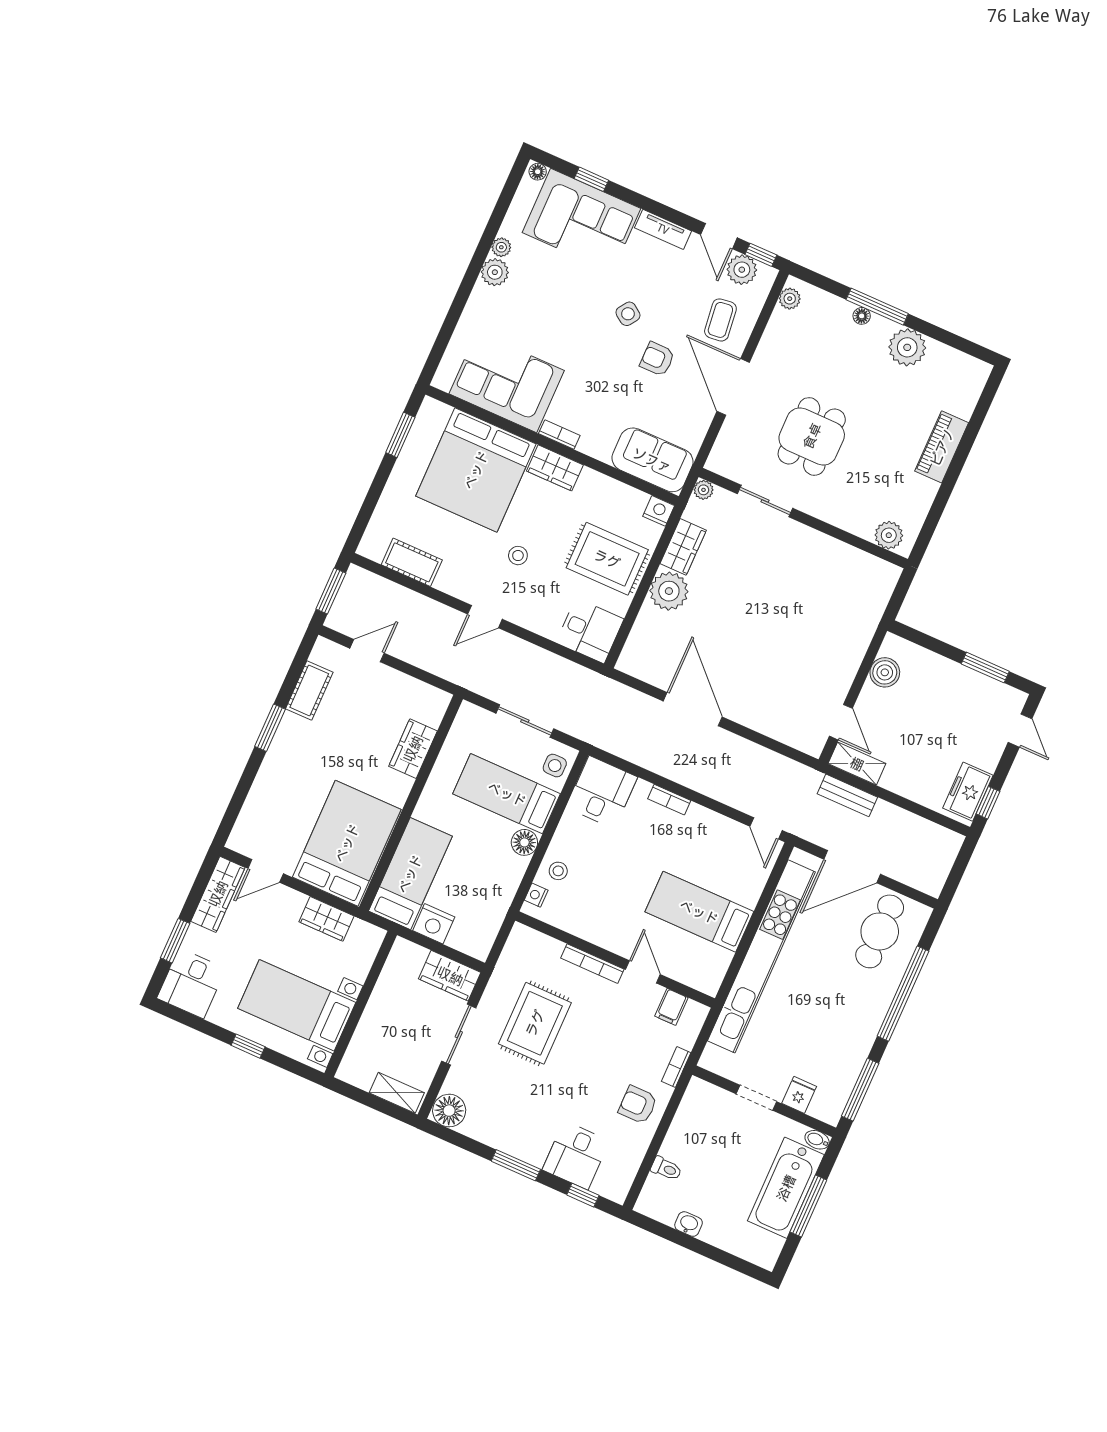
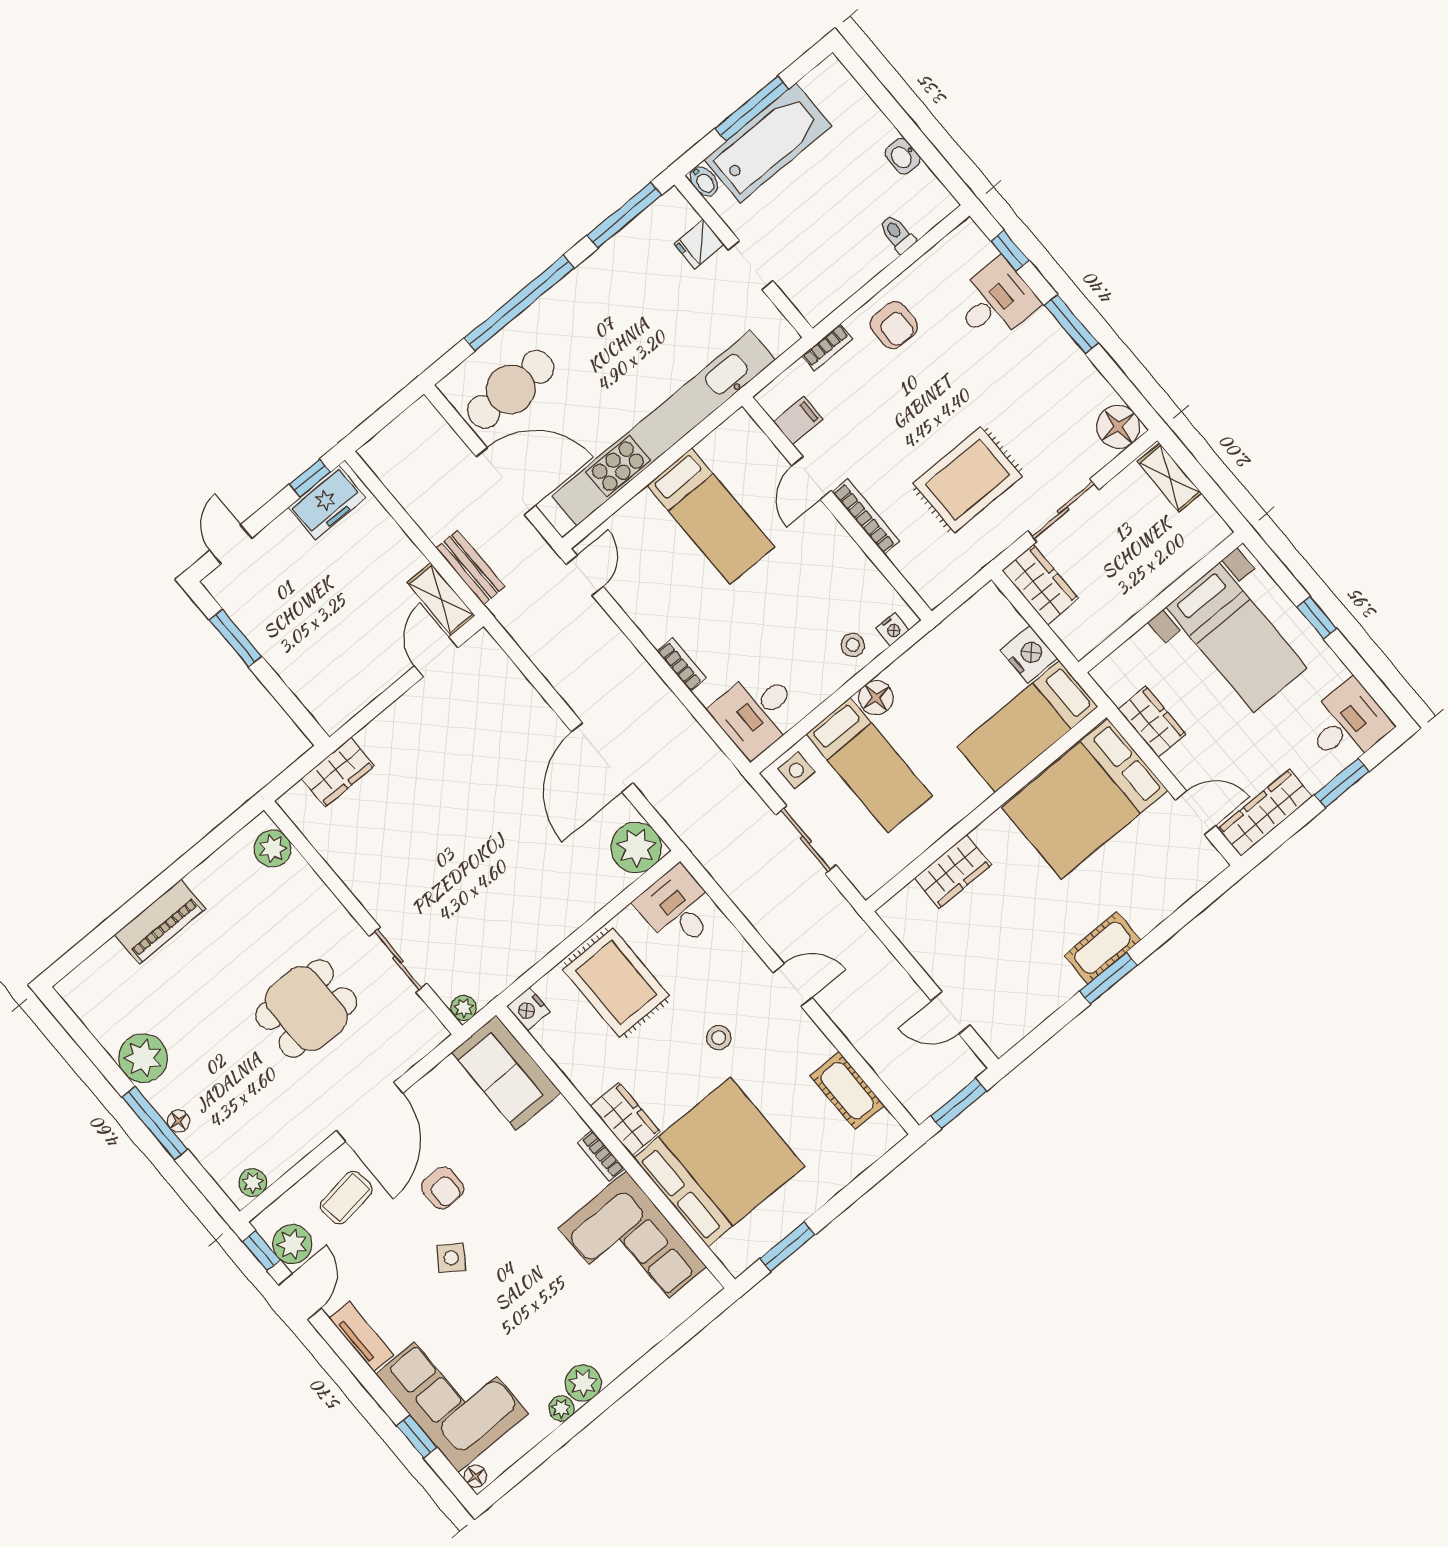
wardrobe: (683, 547) -> (338, 772), moved, turned 180
plant: (669, 591) -> (636, 848), moved
boiler: (885, 672) -> (356, 690), removed
cot: (309, 691) -> (1103, 948), moved

